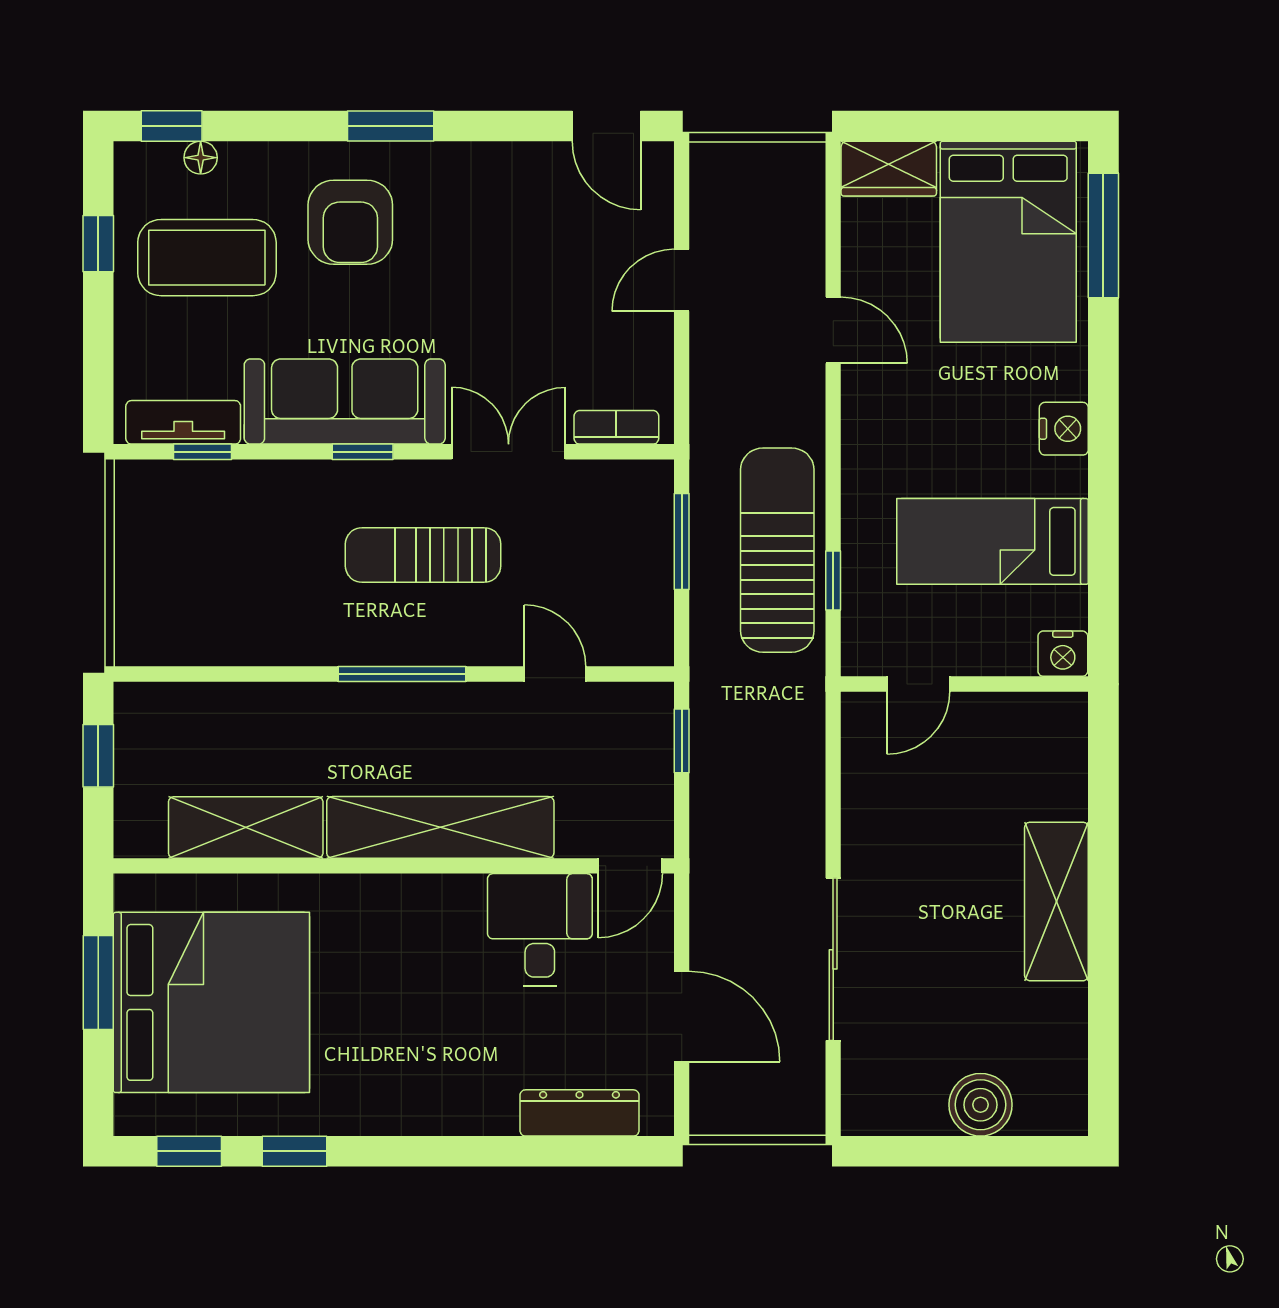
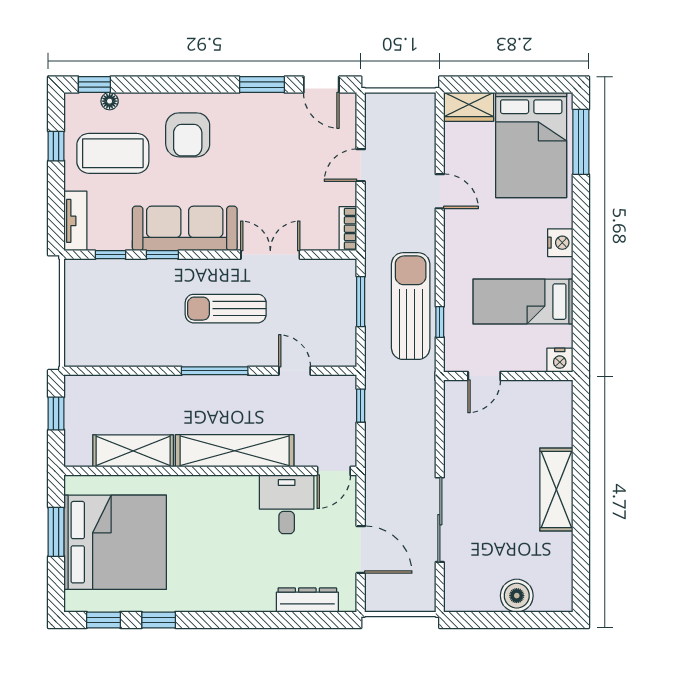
window: (391, 126) -> (262, 85), moved
tv unit: (183, 422) -> (75, 221), moved, turned 90
bookcase: (616, 427) -> (348, 229), moved, turned -90
window: (363, 452) -> (162, 255), moved

